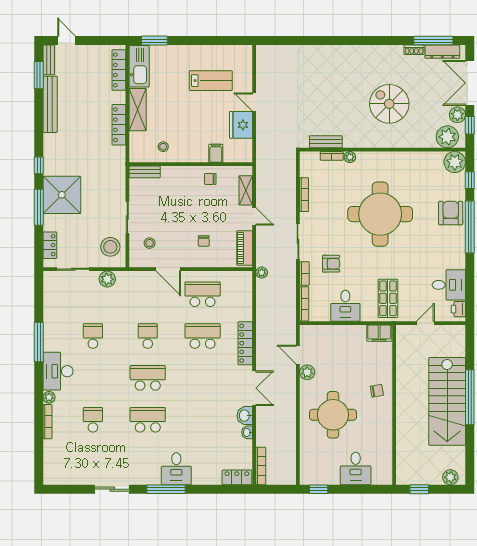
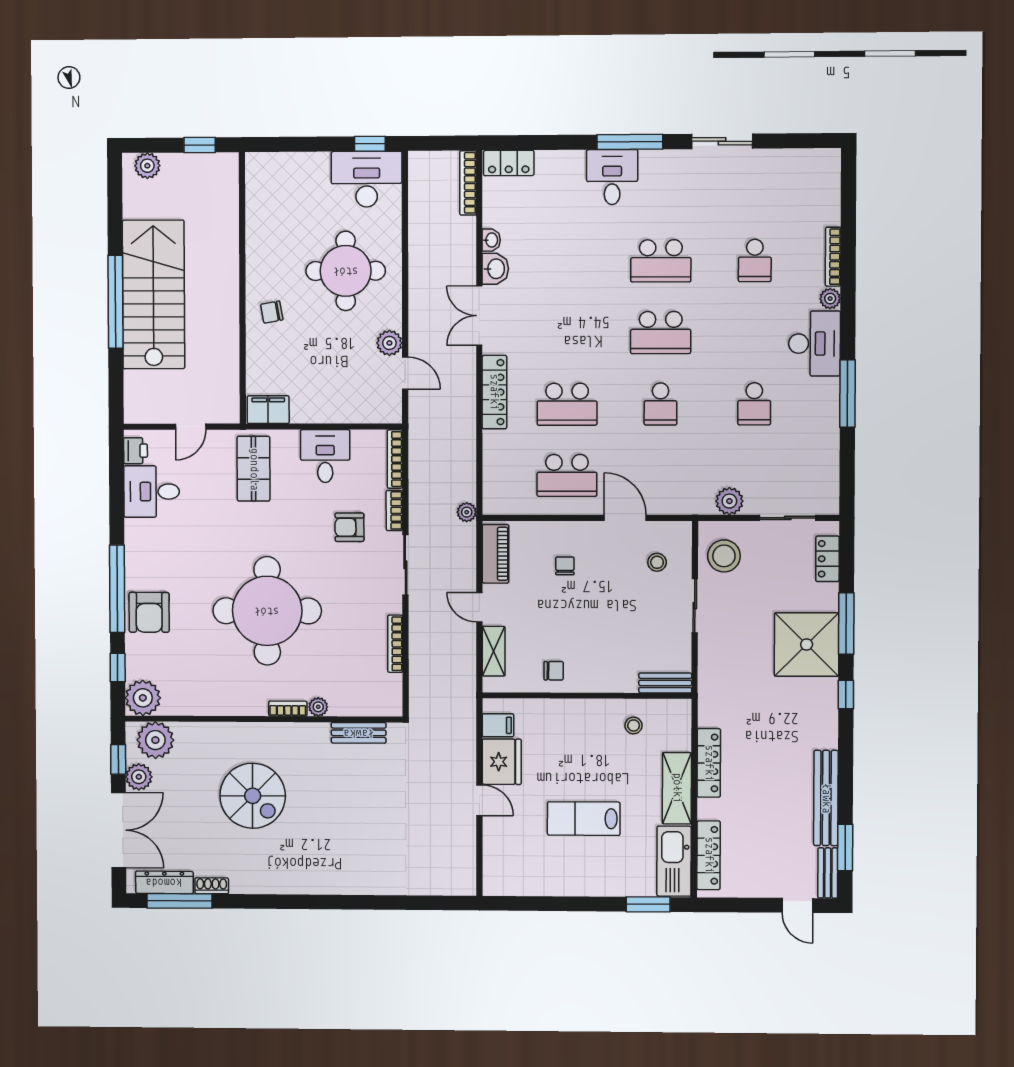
lab bench: (211, 81) -> (584, 819), moved
filing cabinet: (216, 153) -> (498, 725), moved, turned -90
bookcase: (332, 156) -> (288, 709), moved
desk: (356, 468) -> (367, 179), moved, width x1.37

